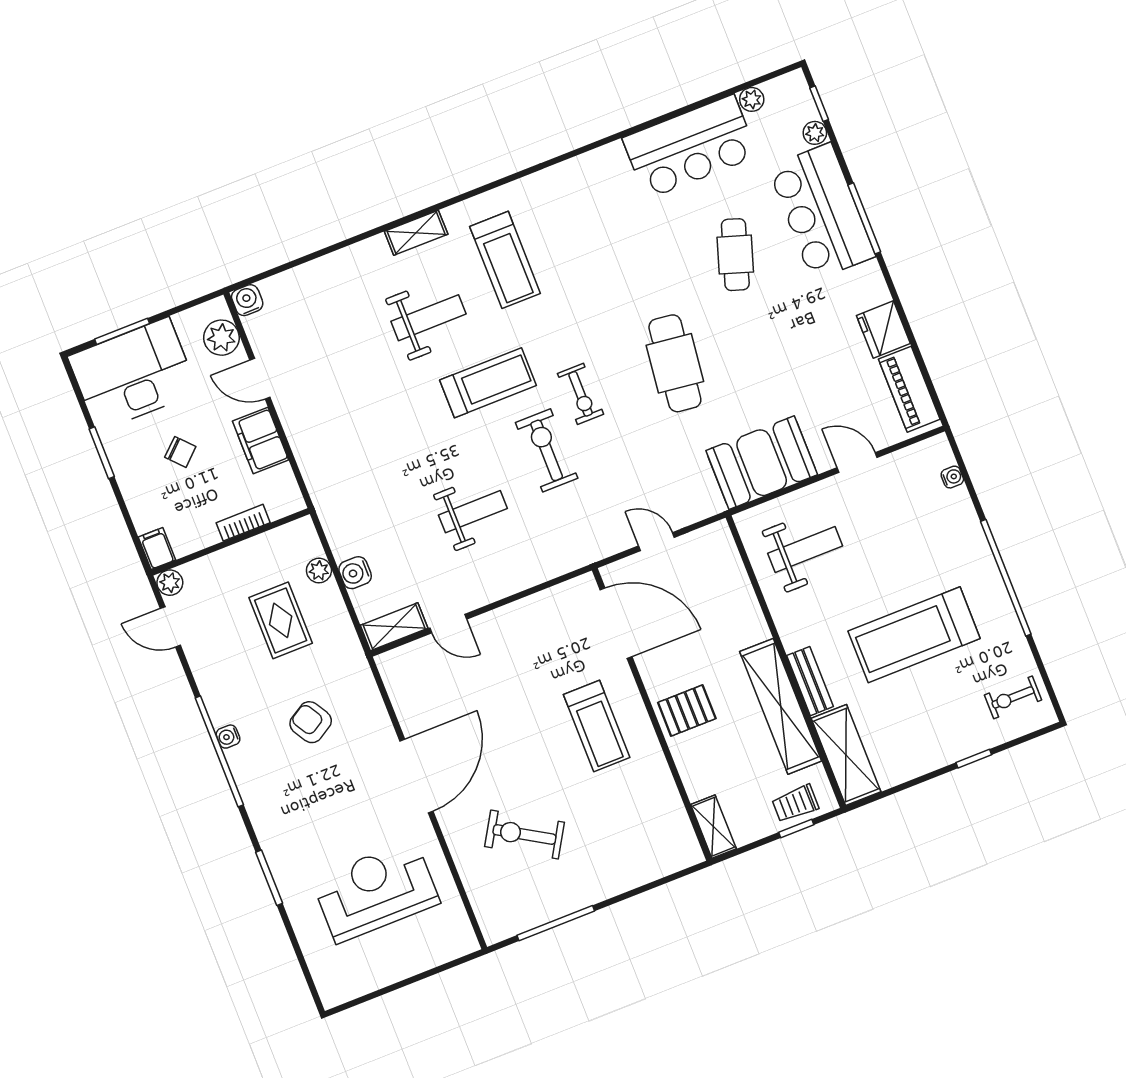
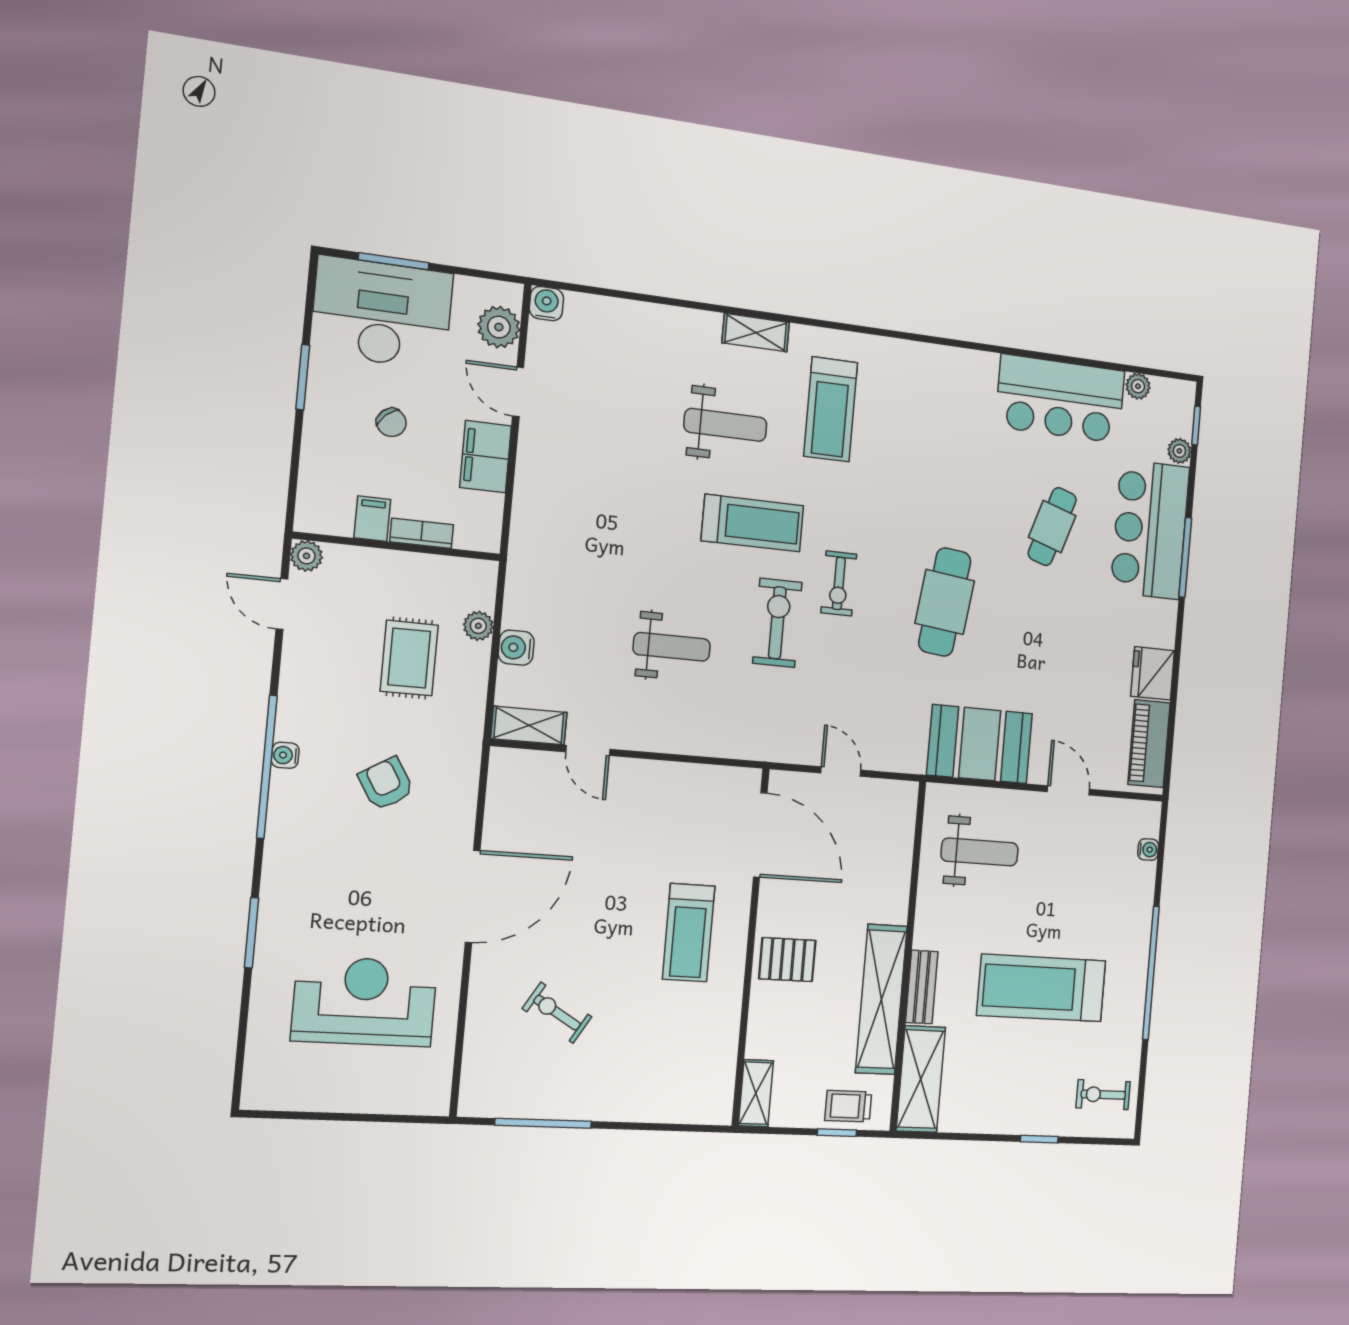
filing cabinet: (157, 549) -> (372, 519), moved
exercise bike: (524, 834) -> (557, 1013), width x0.73, depth x0.72

